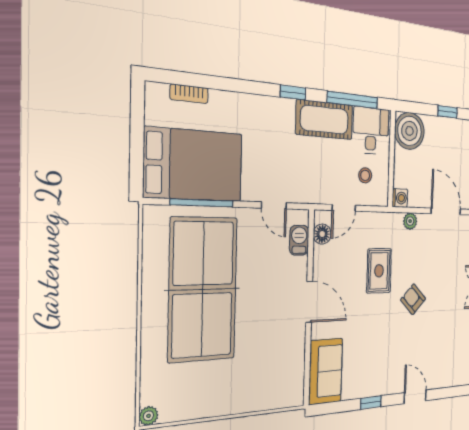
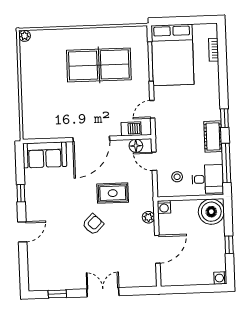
cot: (324, 120) -> (213, 136), width x0.73, depth x0.75
table tennis table: (203, 289) -> (99, 65), width x0.73, depth x0.76
door: (309, 302) -> (91, 139), width x1.36

